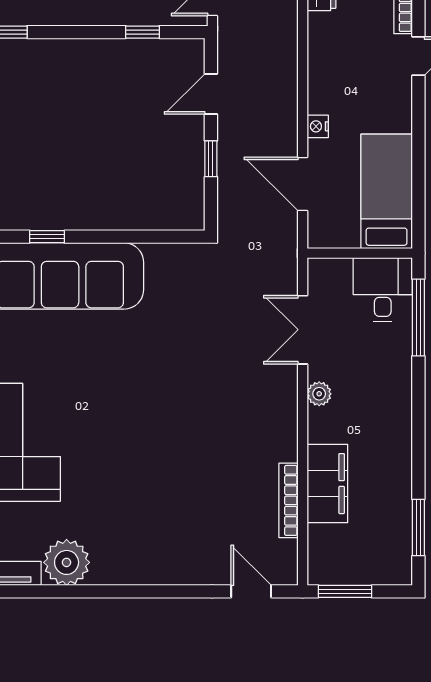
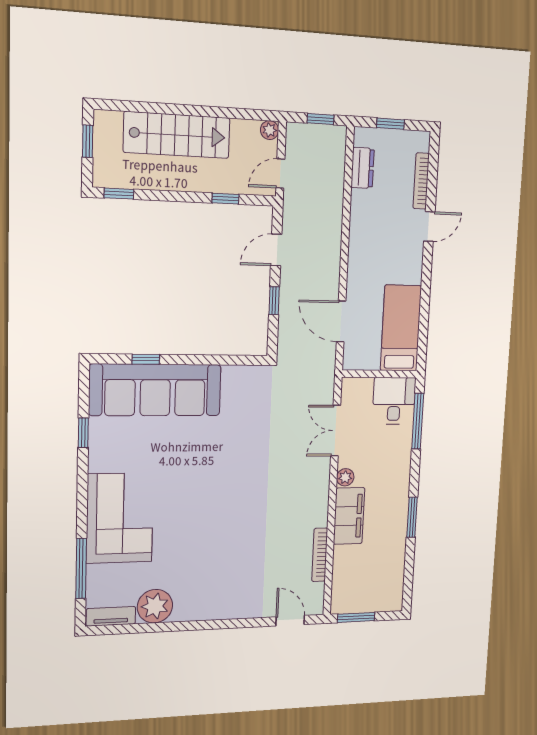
nightstand: (318, 126) -> (354, 278), removed
filing cabinet: (327, 484) -> (349, 516), moved
window: (418, 528) -> (412, 517), moved

